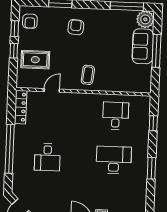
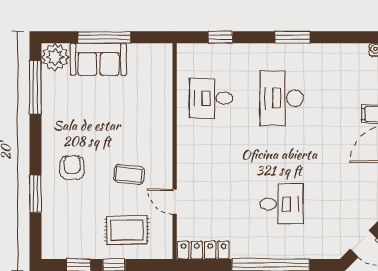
armchair: (30, 21) -> (66, 241), removed
armchair: (76, 27) -> (72, 168), turned 85
rug: (35, 60) -> (127, 230), turned 90
coffee table: (88, 75) -> (129, 175), moved

